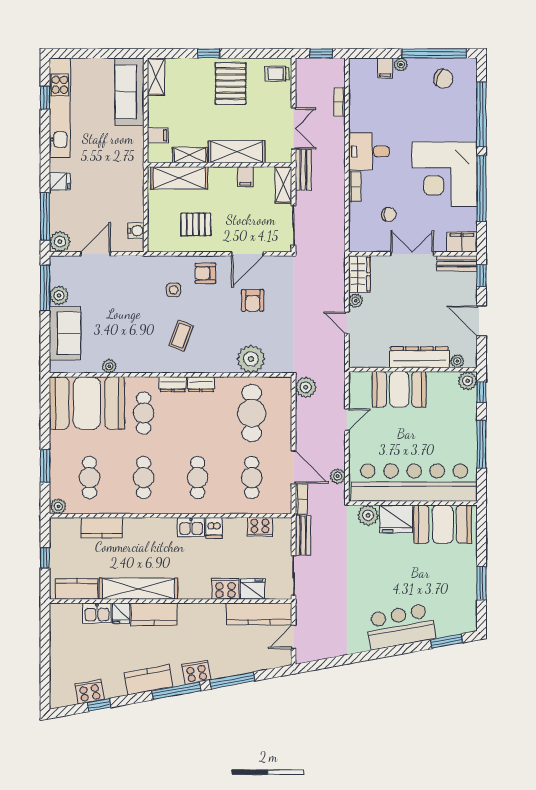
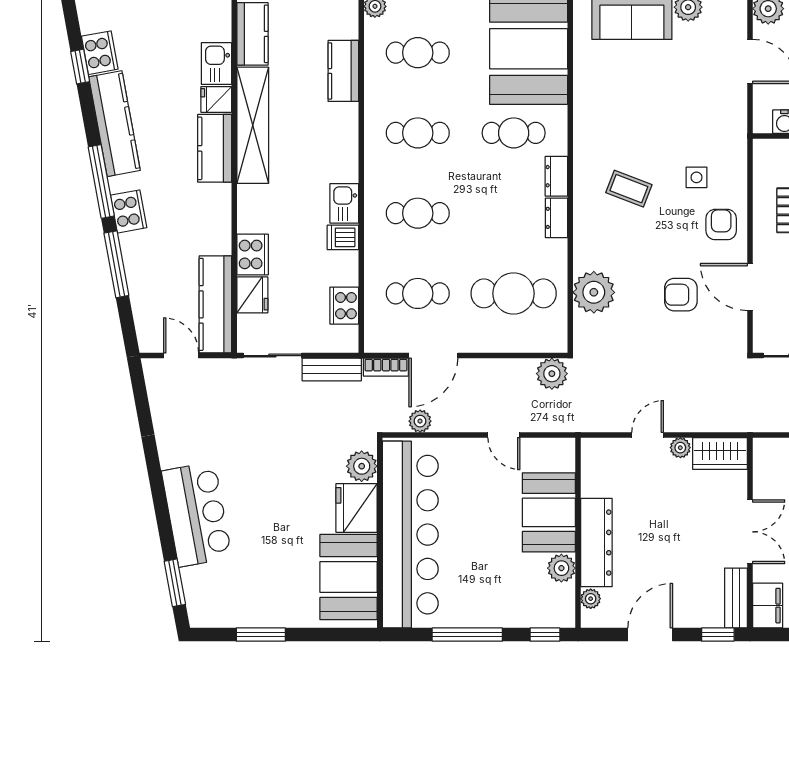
plant: (109, 366) -> (583, 82), removed
plant: (468, 381) -> (561, 568), moved
kitchen counter: (149, 680) -> (115, 124), width x1.50

